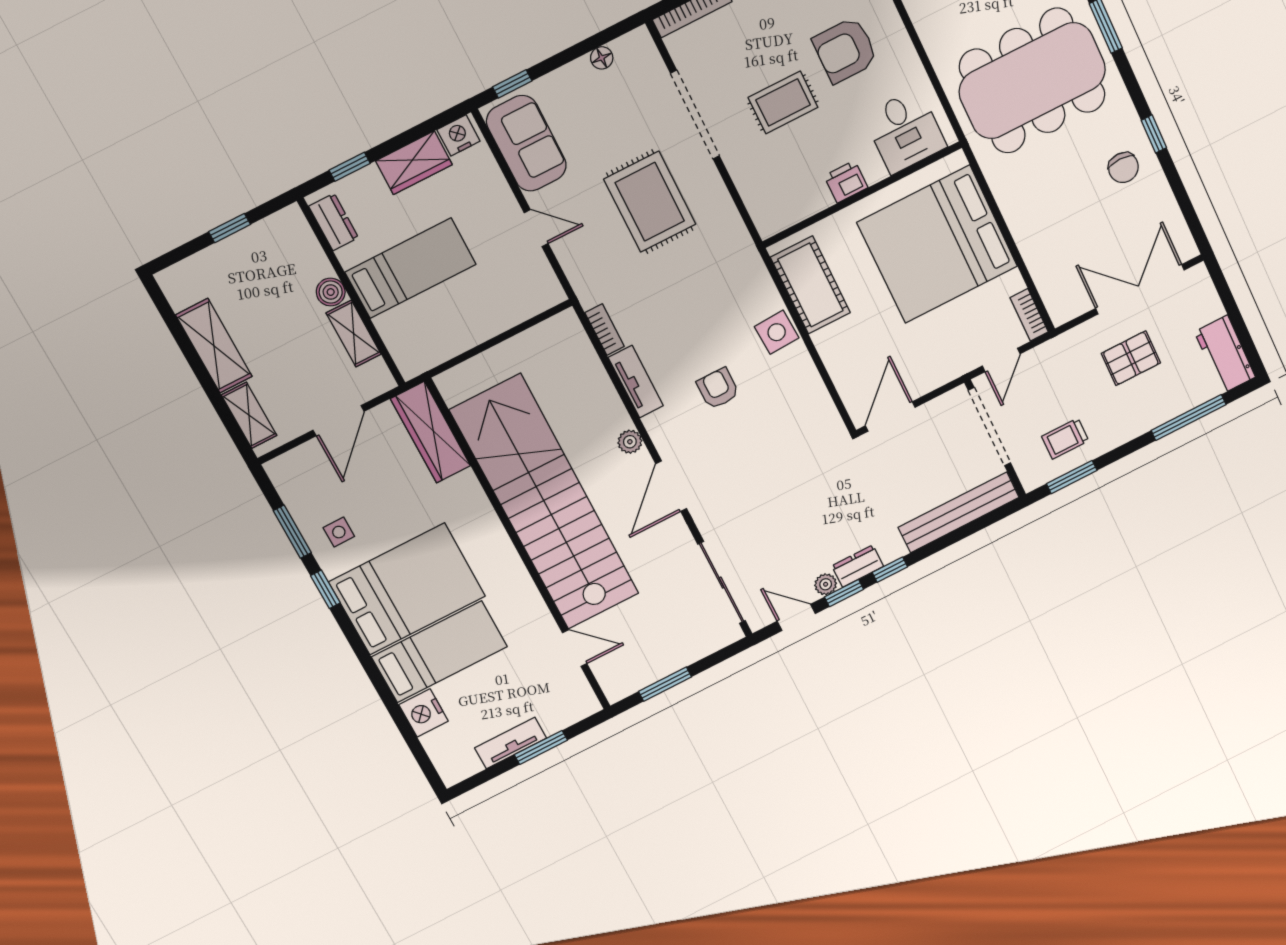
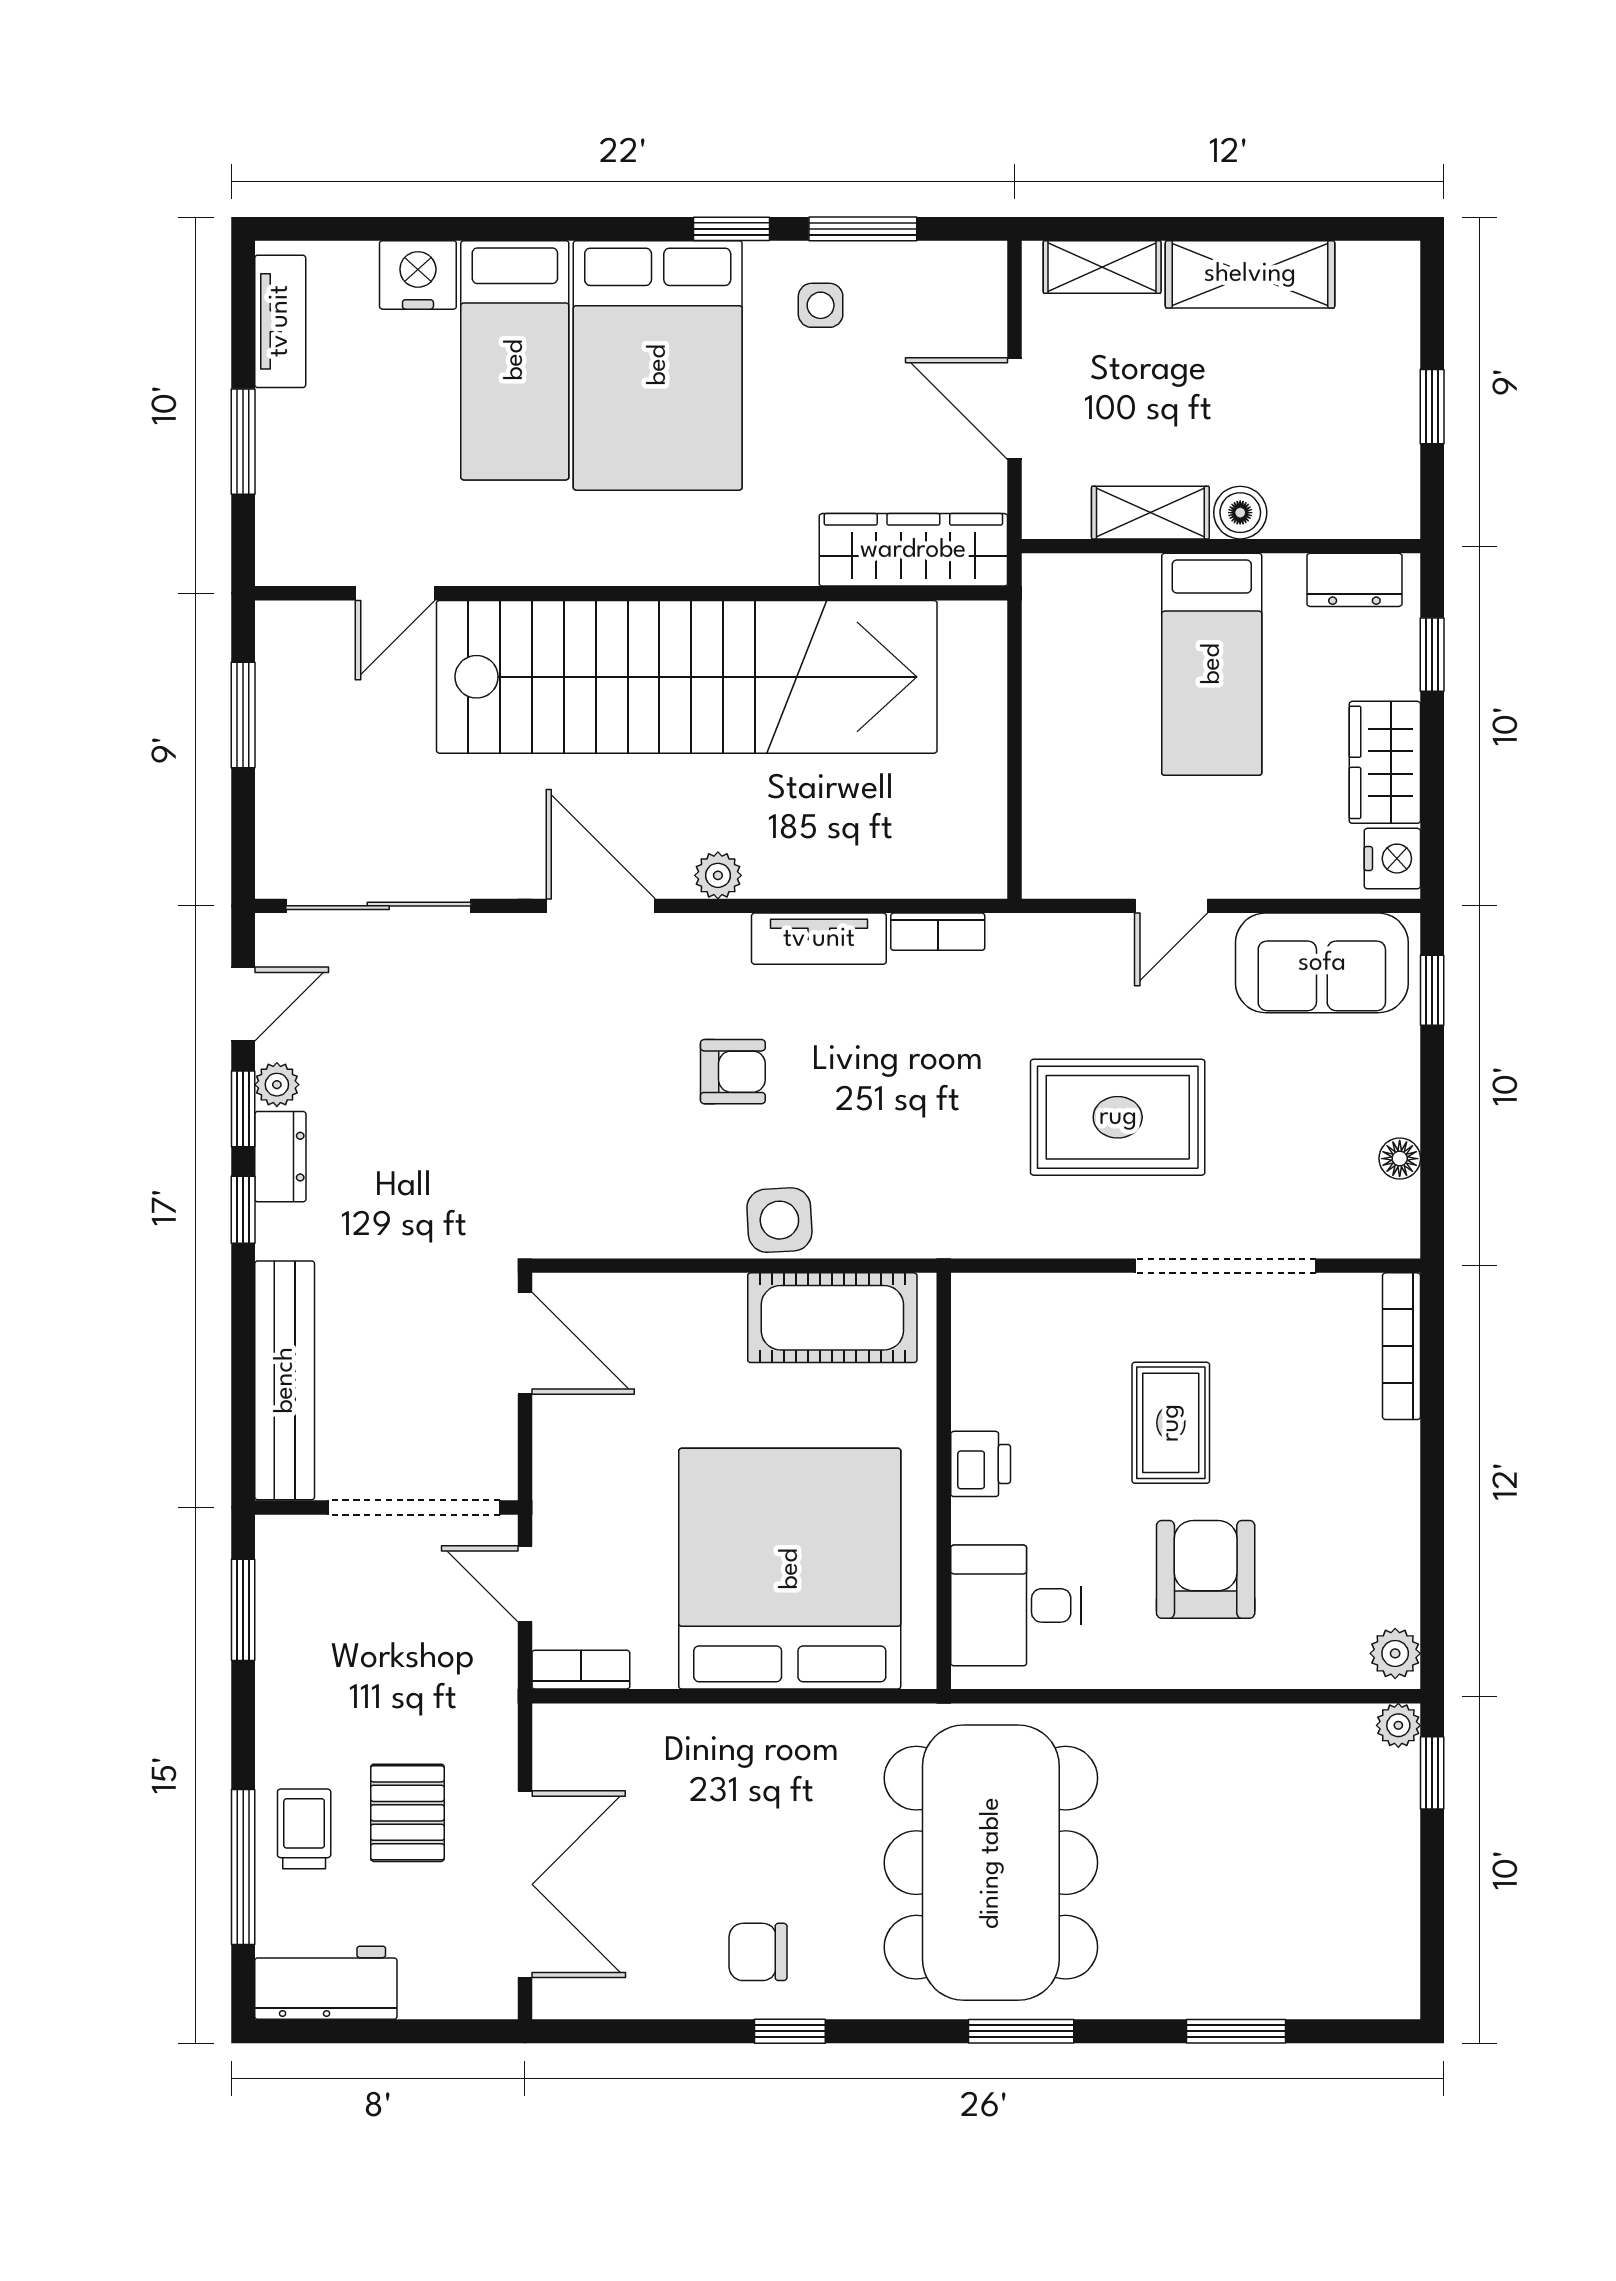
trolley: (1065, 439) -> (304, 1829), moved
tv unit: (511, 743) -> (280, 321), moved

